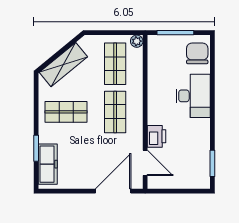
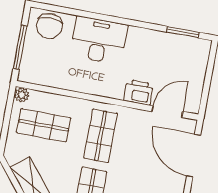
chair: (197, 53) -> (49, 26), turned -90
shop shelf: (115, 112) -> (101, 136), turned 90

